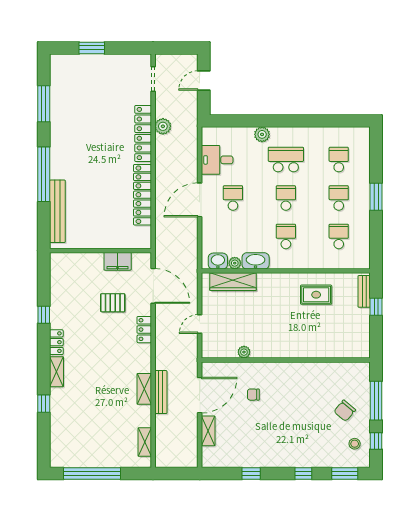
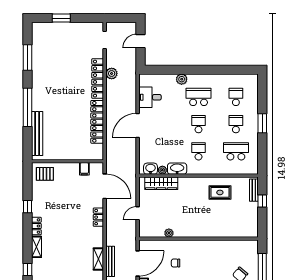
school desk: (233, 198) -> (161, 124), removed
school desk: (339, 236) -> (236, 151), width x1.85
filing cabinet: (118, 261) -> (84, 169), width x0.50
pallet: (113, 303) -> (45, 174), moved

